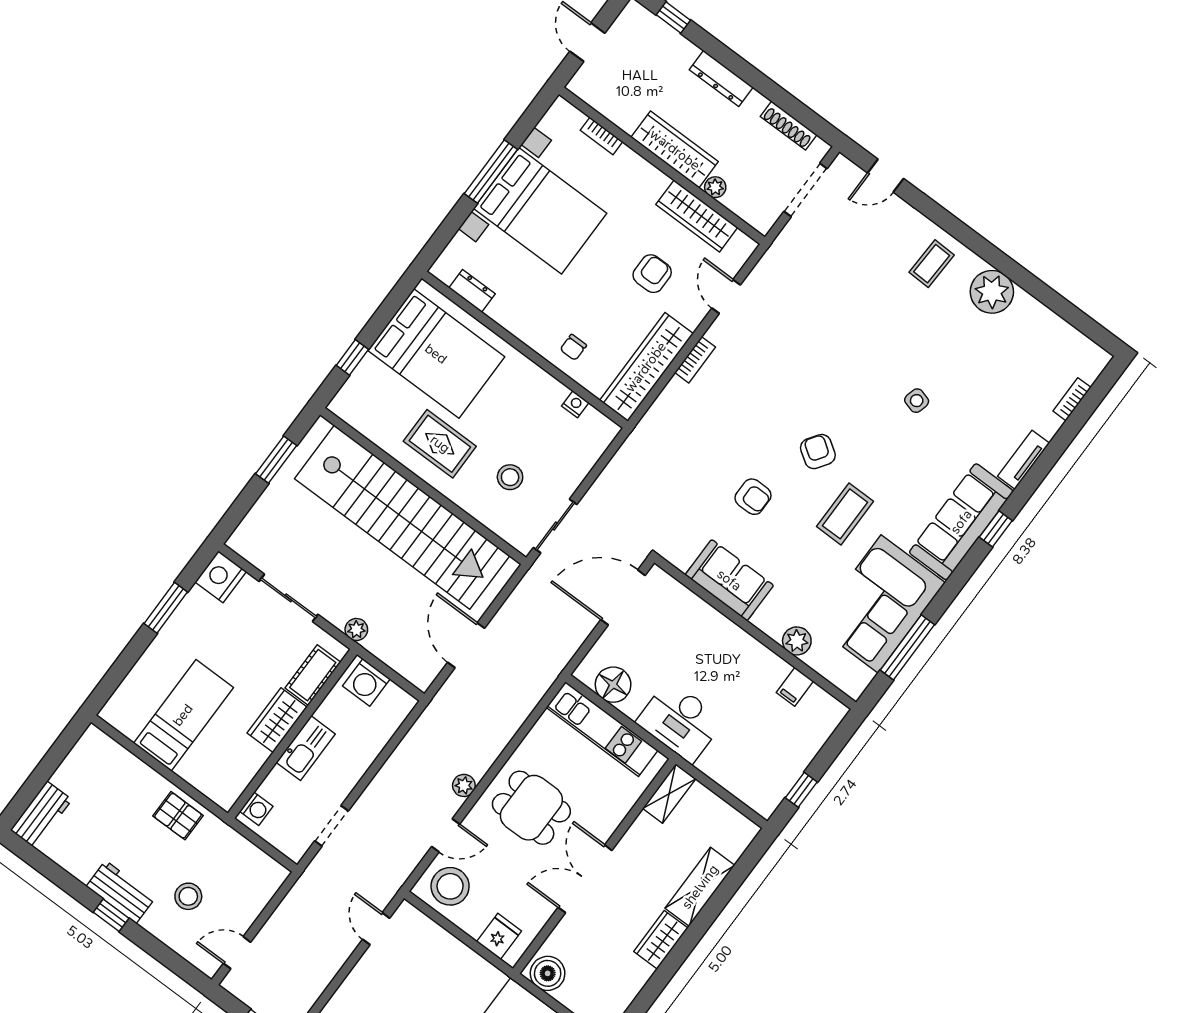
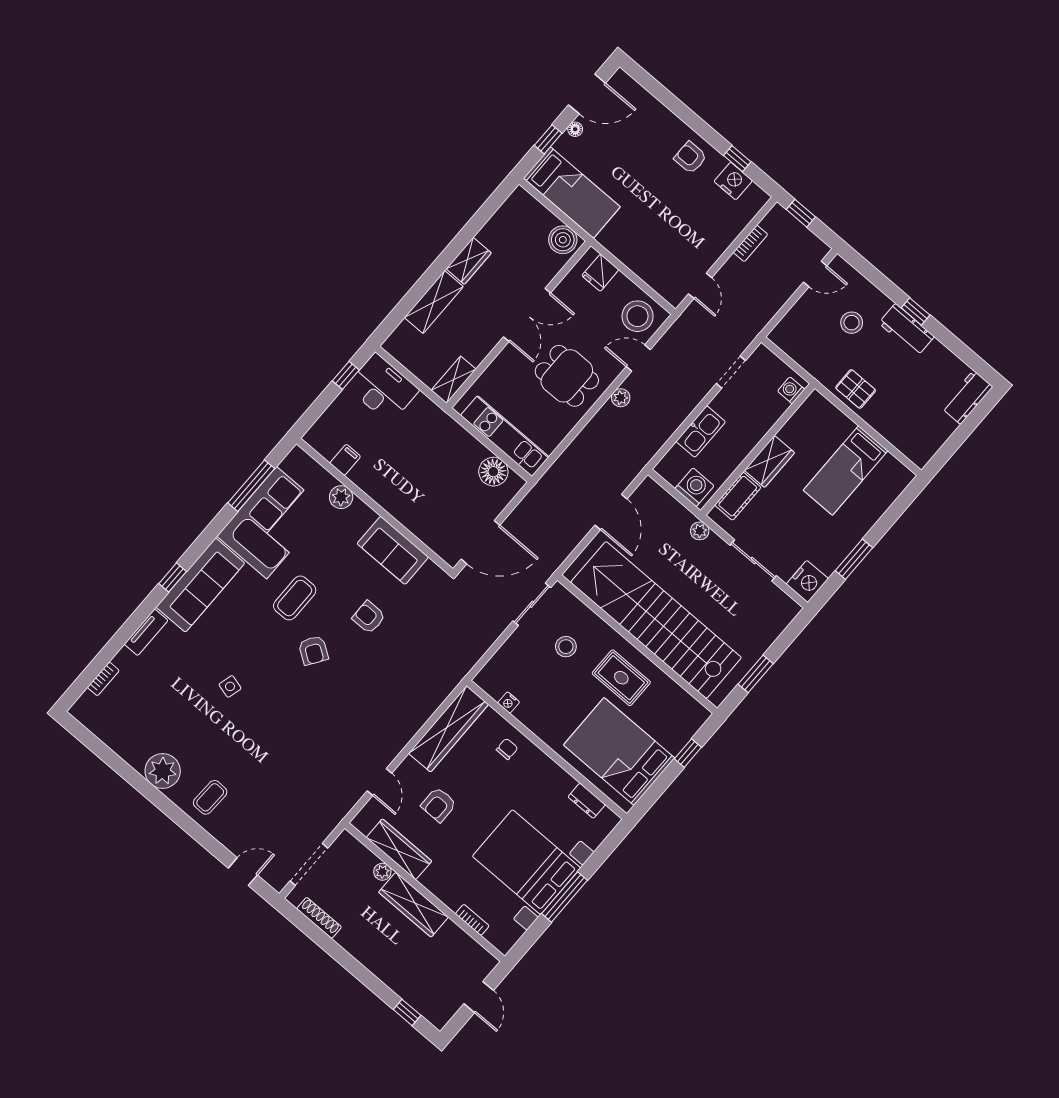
dresser: (721, 78) -> (371, 960), removed
bookcase: (695, 360) -> (751, 243), moved, turned 180
desk: (680, 721) -> (383, 388), moved
kitchen sink: (306, 748) -> (701, 432), moved, turned 180

